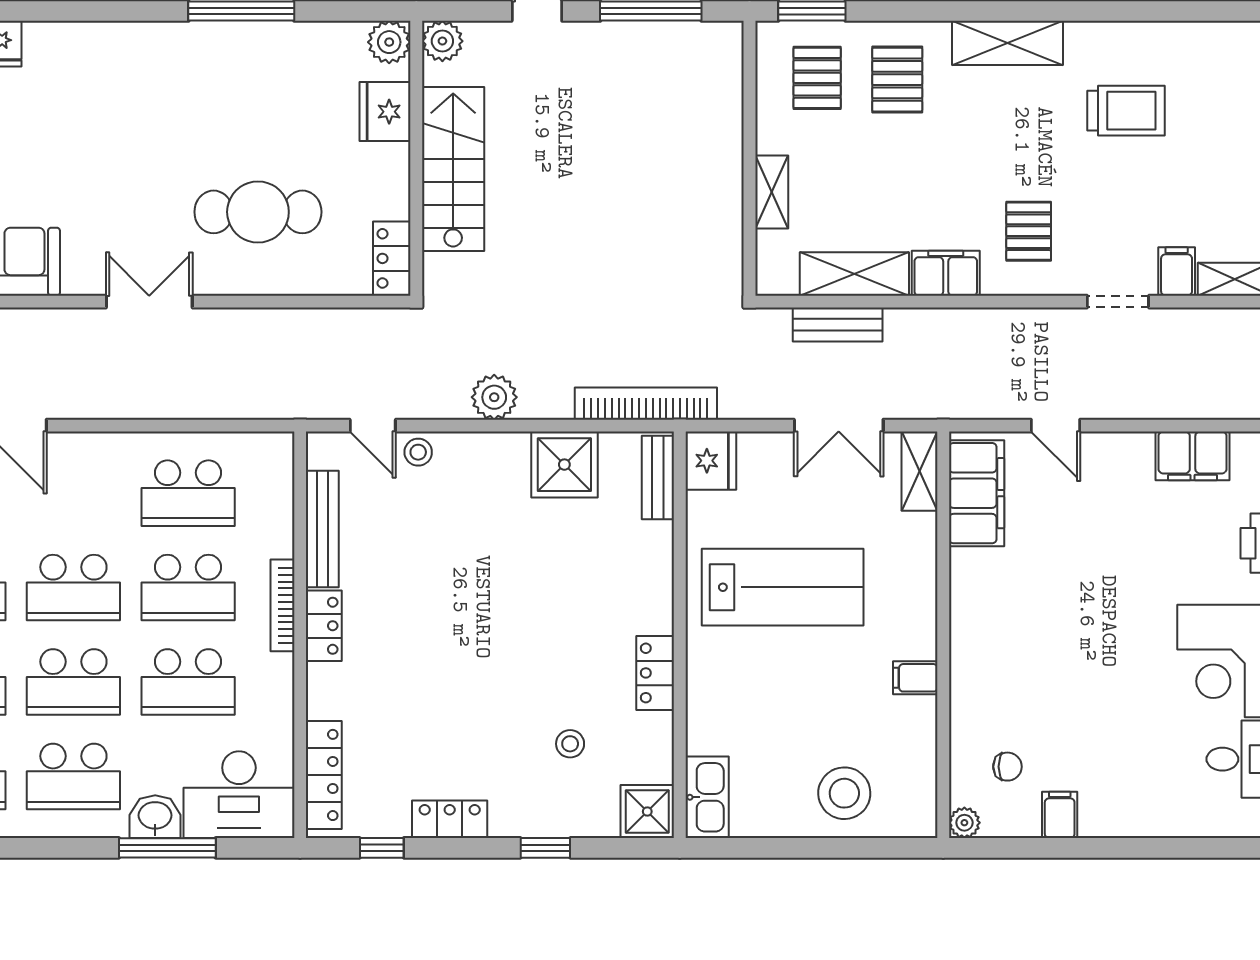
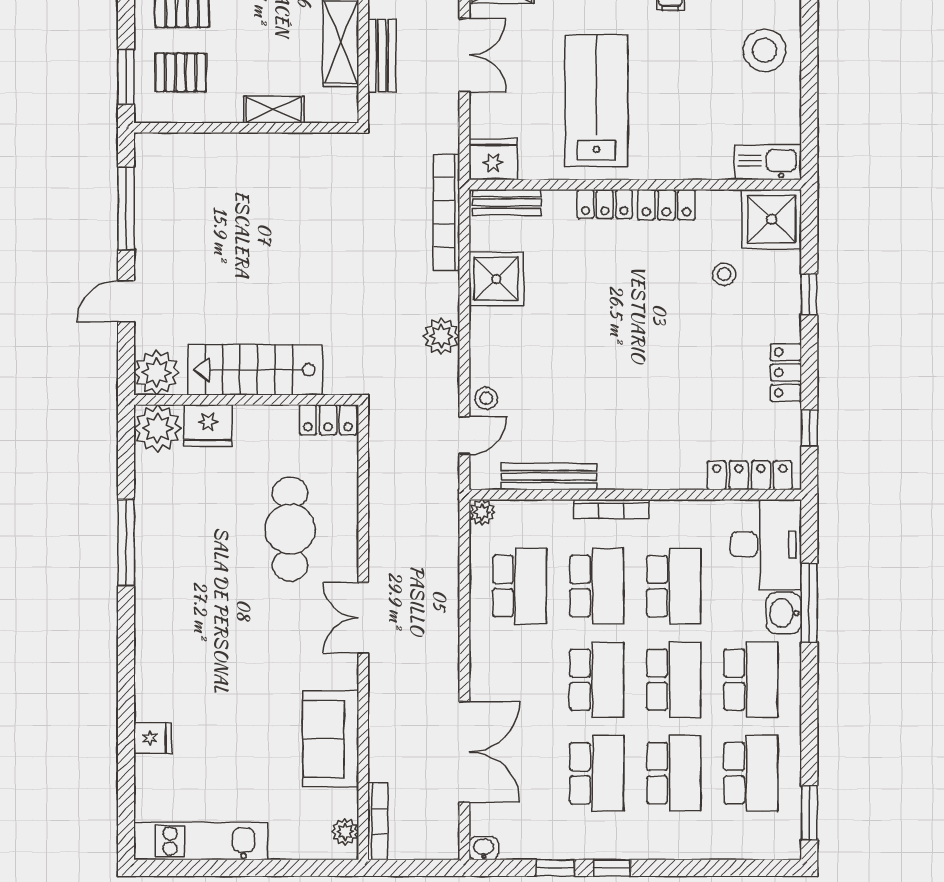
plant: (442, 41) -> (157, 372), width x1.36, depth x1.36
plant: (389, 42) -> (158, 428), width x1.36, depth x1.36
plant: (279, 447) -> (482, 512), added
locker: (324, 626) -> (605, 204), moved, turned 180
shower: (647, 811) -> (772, 219), width x1.36, depth x1.36

